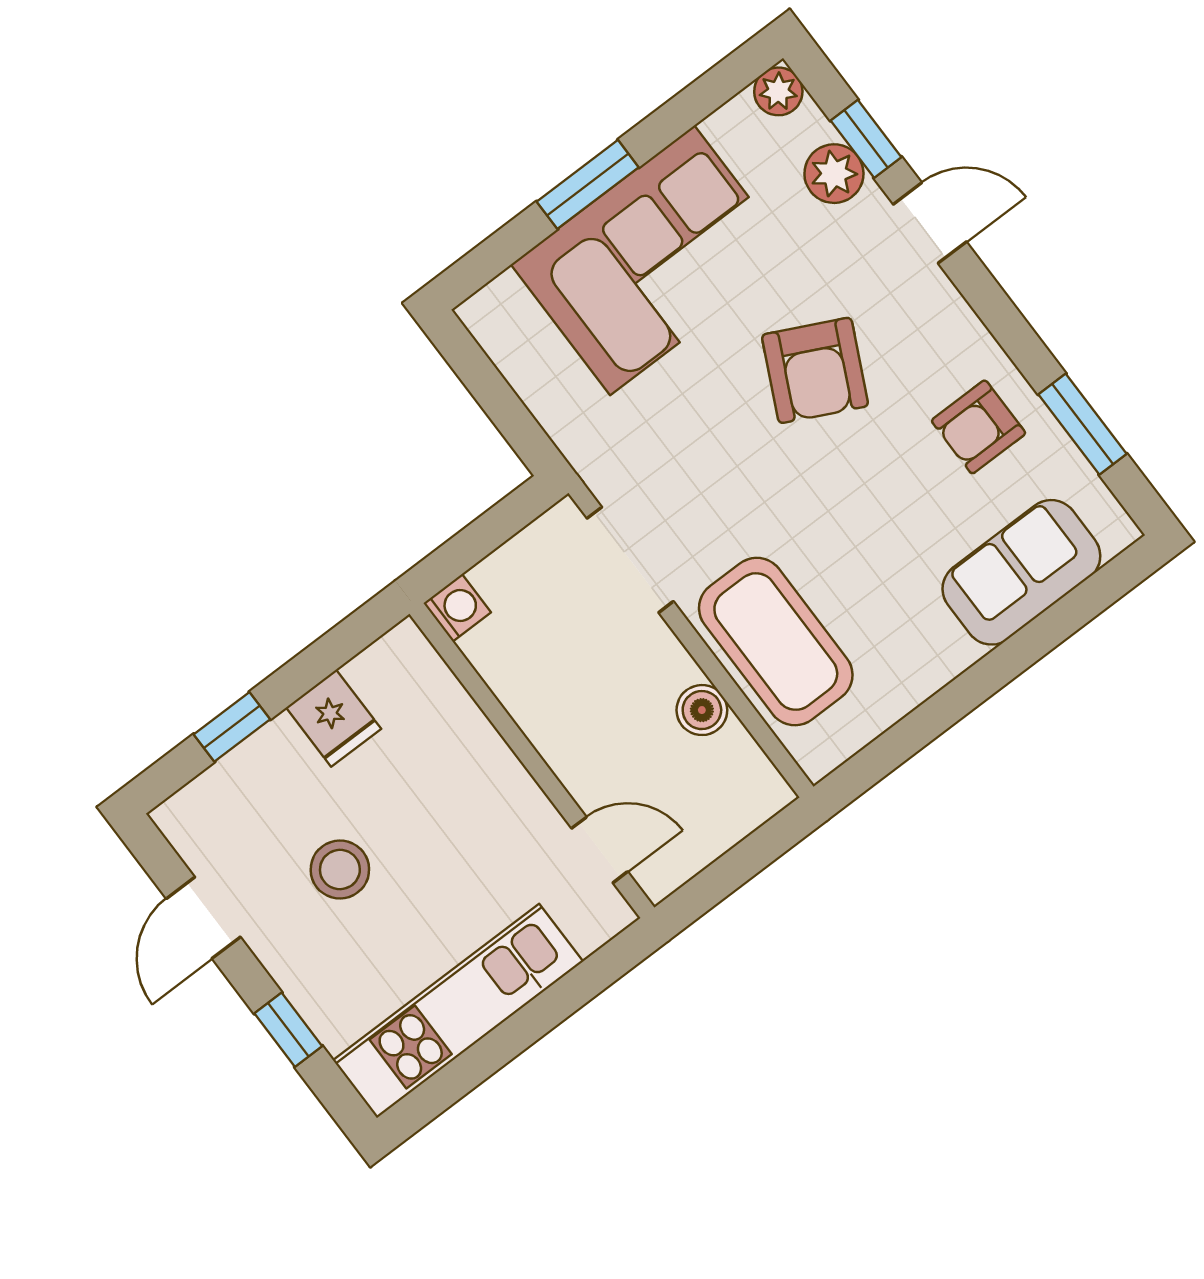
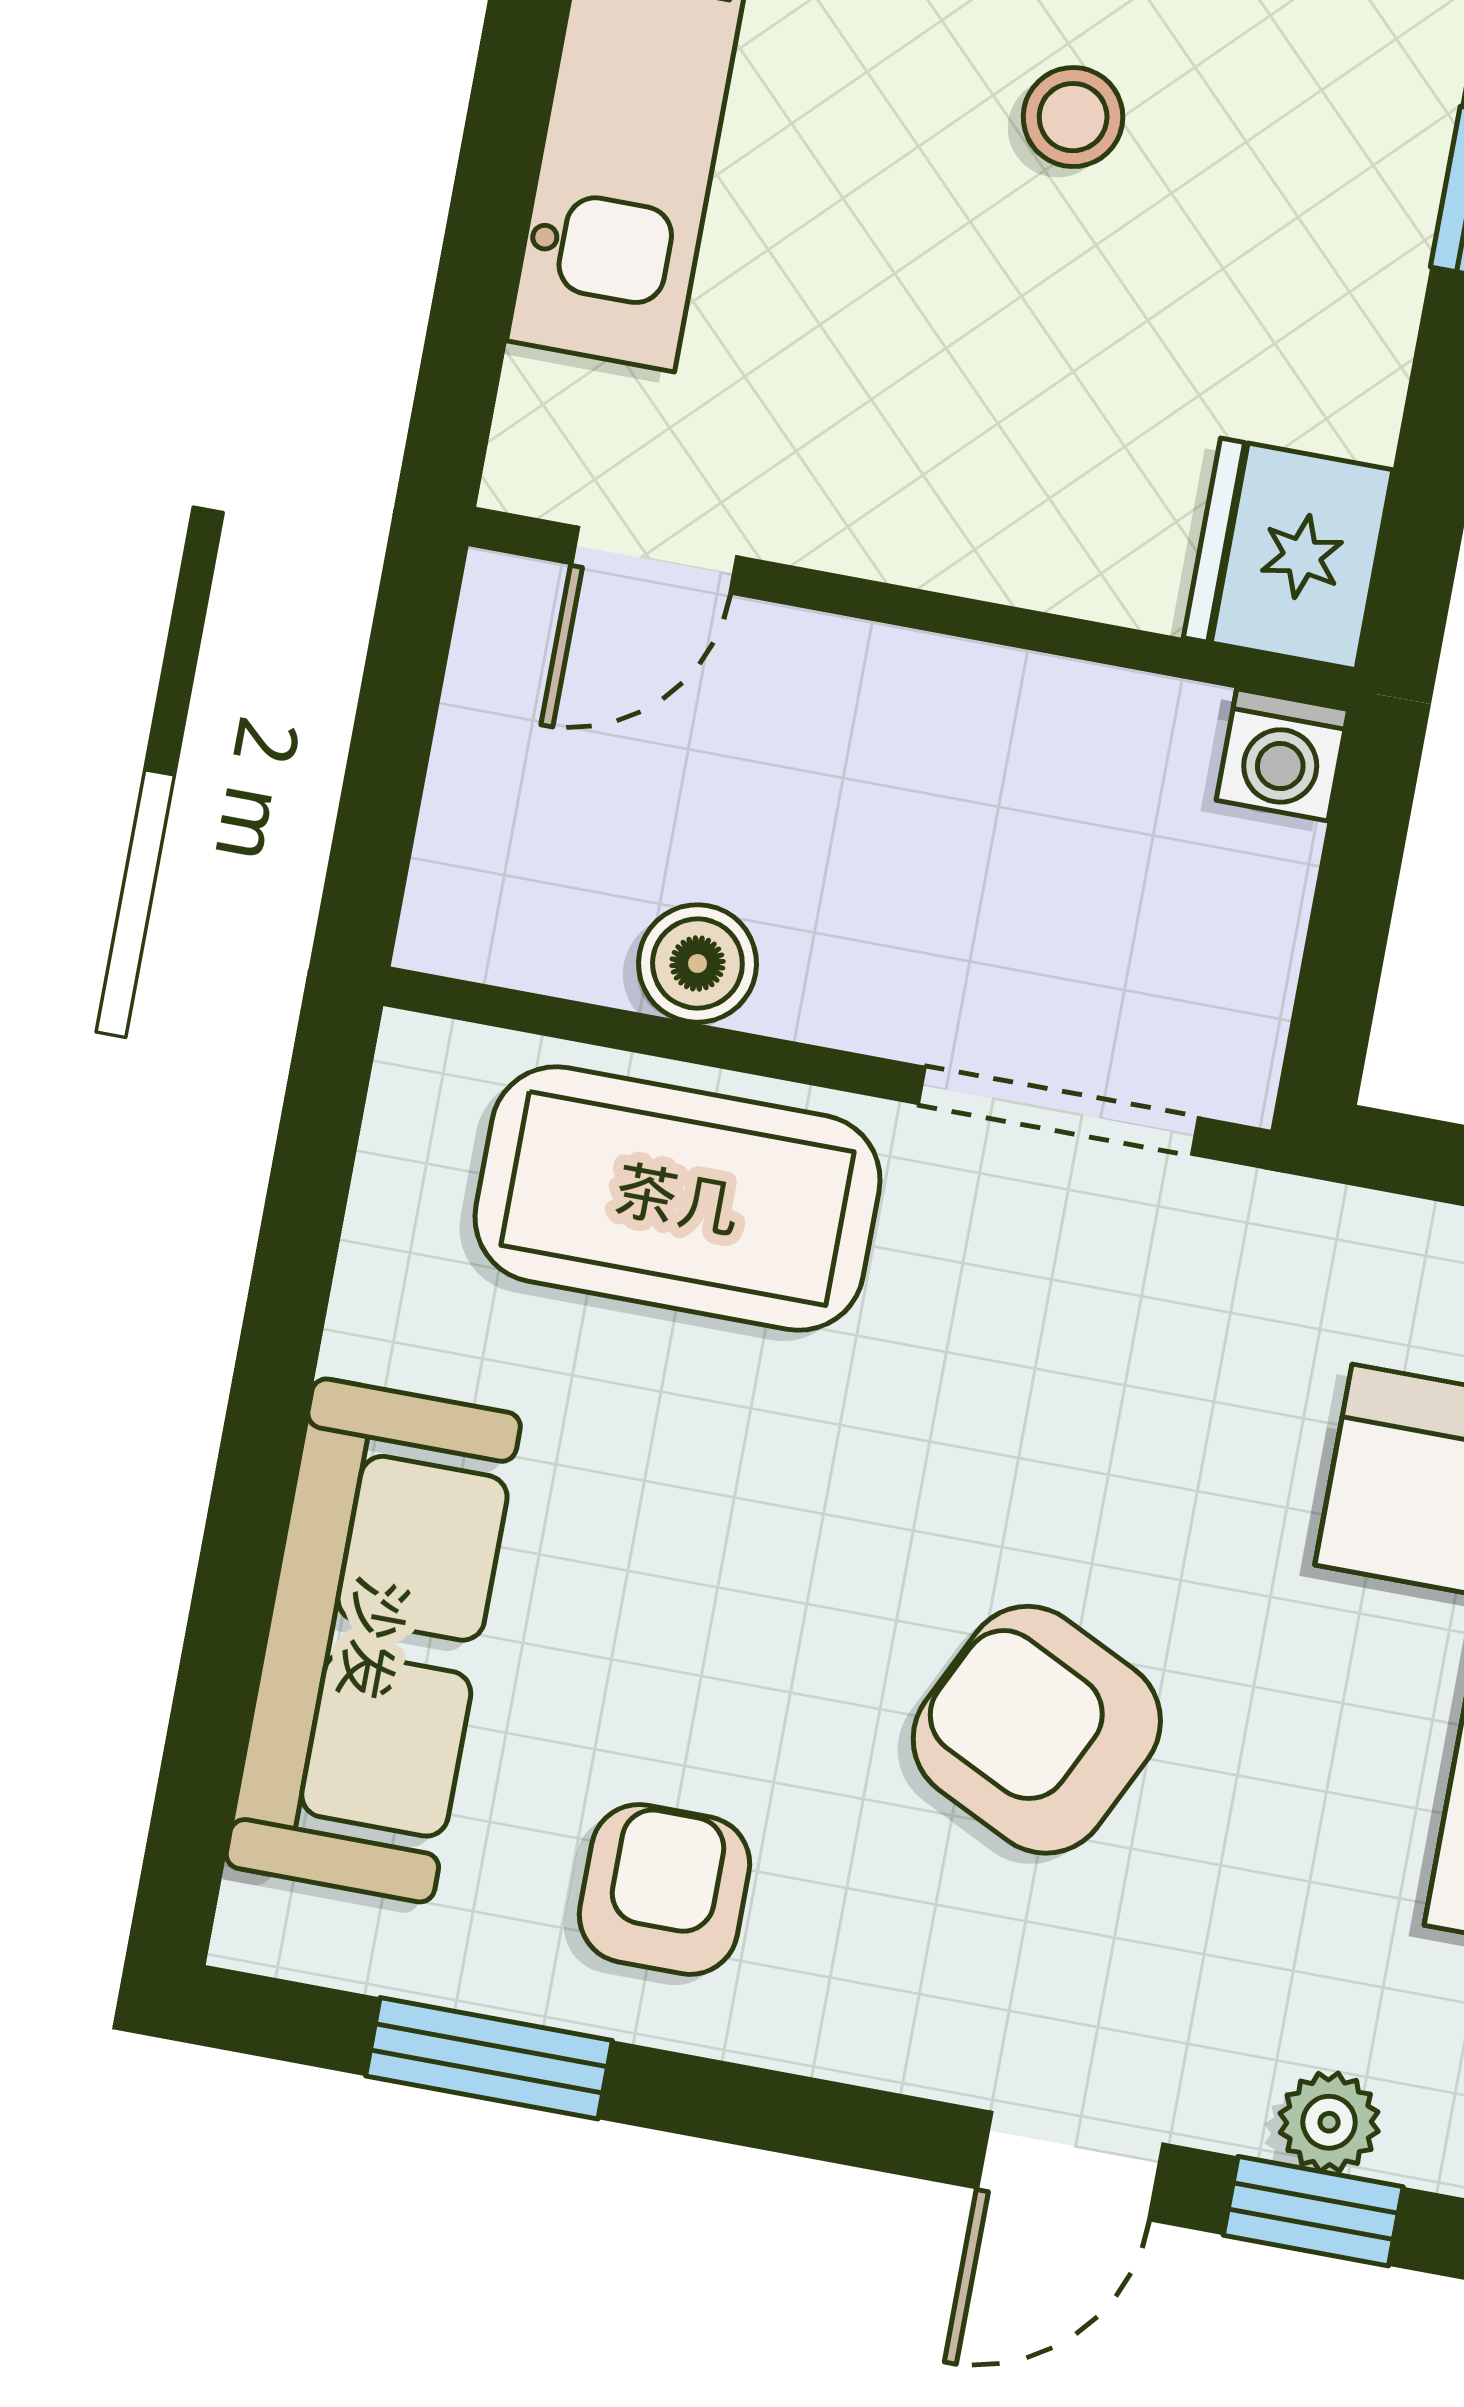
plant: (834, 174) -> (1329, 2122), width x0.73, depth x0.73
sofa: (1021, 572) -> (373, 1640), width x1.36
fridge: (334, 718) -> (1288, 554), moved, width x1.38
stool: (340, 870) -> (1073, 117), width x0.73, depth x0.73

